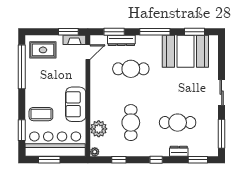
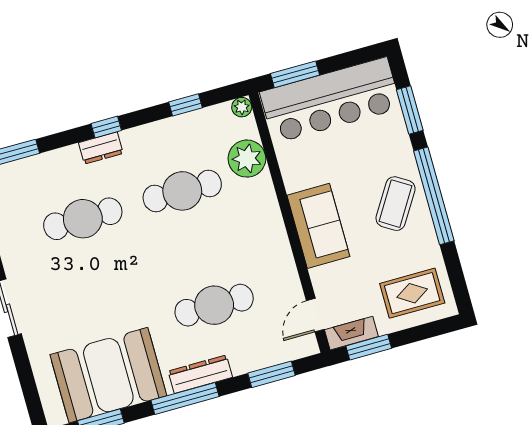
dresser: (121, 40) -> (200, 374), moved
window: (22, 67) -> (434, 196), moved
sofa: (76, 104) -> (318, 226), moved
coffee table: (41, 114) -> (396, 204), moved, turned -58
cafe table: (131, 123) -> (182, 191), turned 90
dresser: (179, 151) -> (101, 148), moved
window: (49, 160) -> (295, 74), moved

